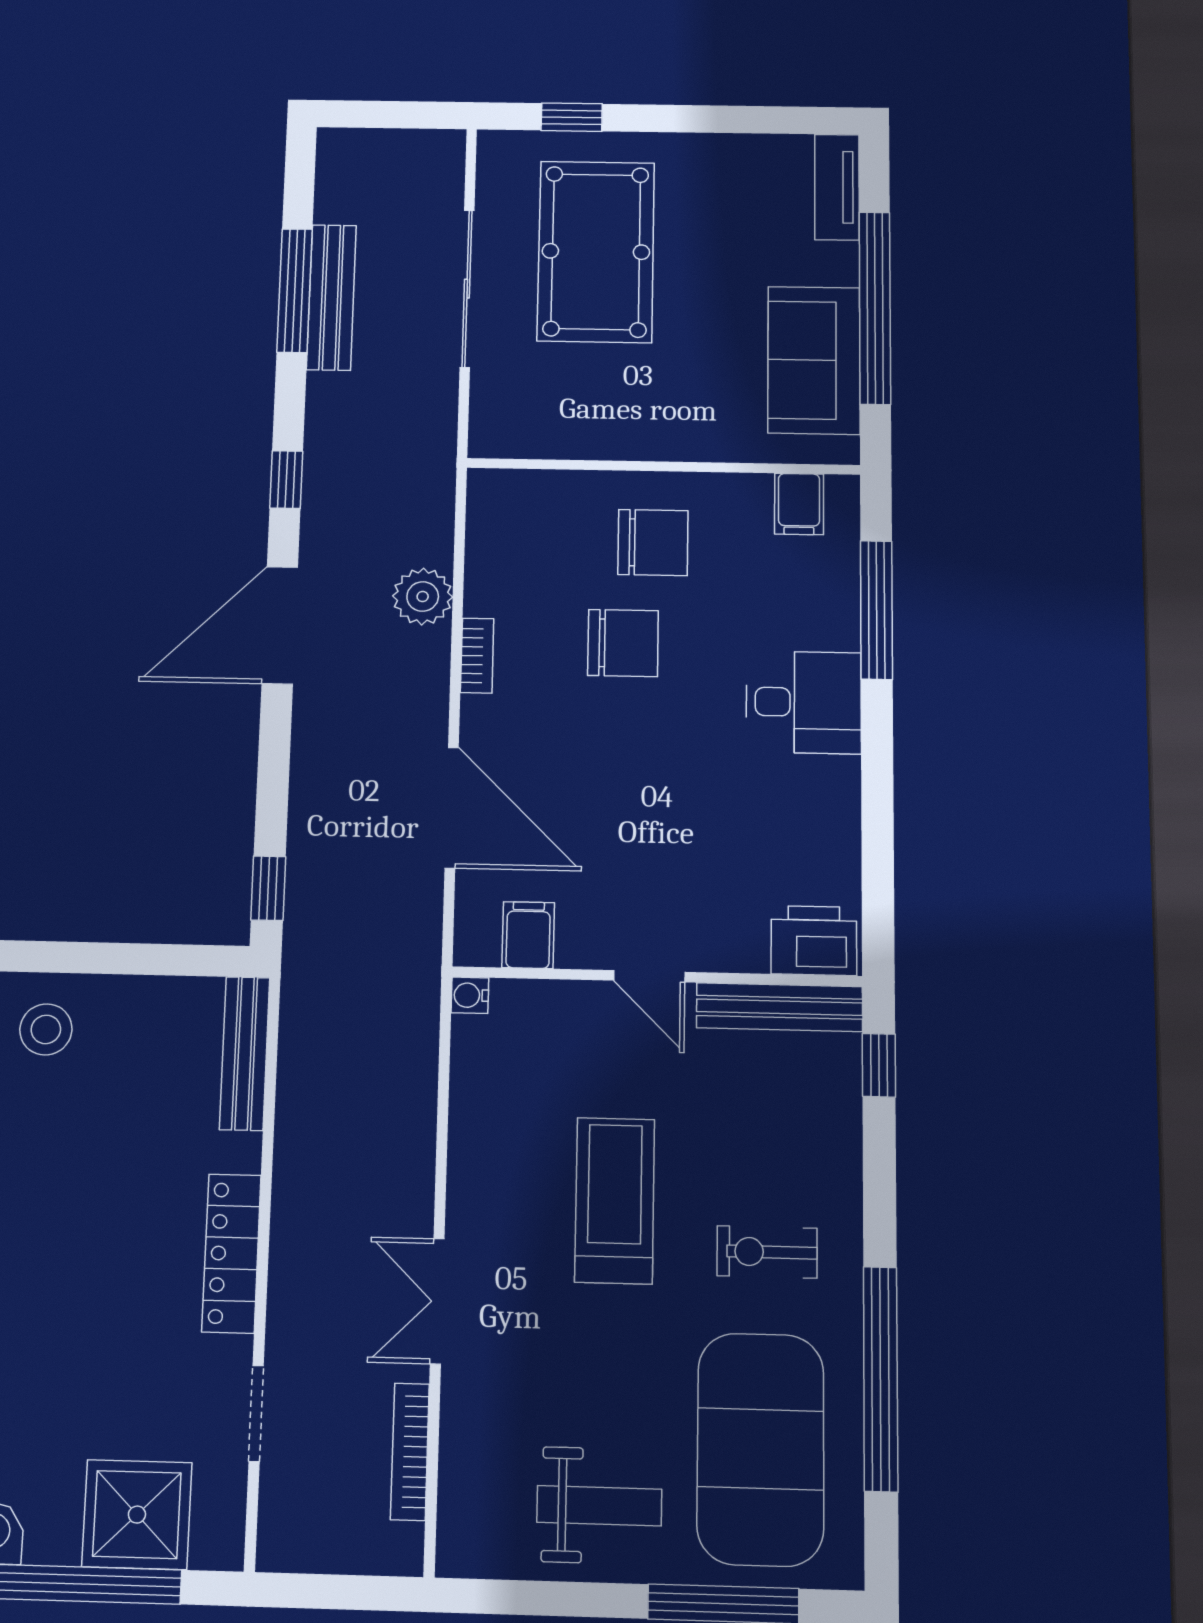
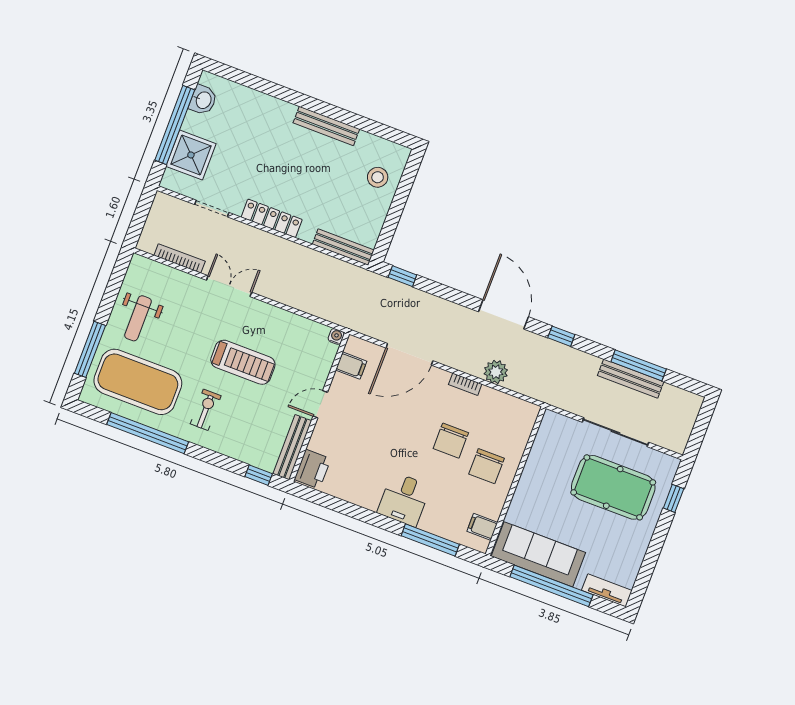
sofa: (814, 360) -> (538, 554), width x1.36

